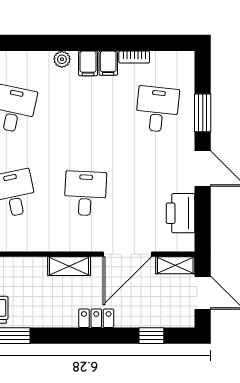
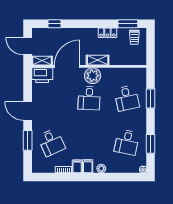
desk: (157, 109) -> (51, 142), turned -30
printer: (180, 213) -> (42, 75), moved, turned 90
plant: (79, 236) -> (93, 76), added
locker: (96, 318) -> (107, 33), moved

